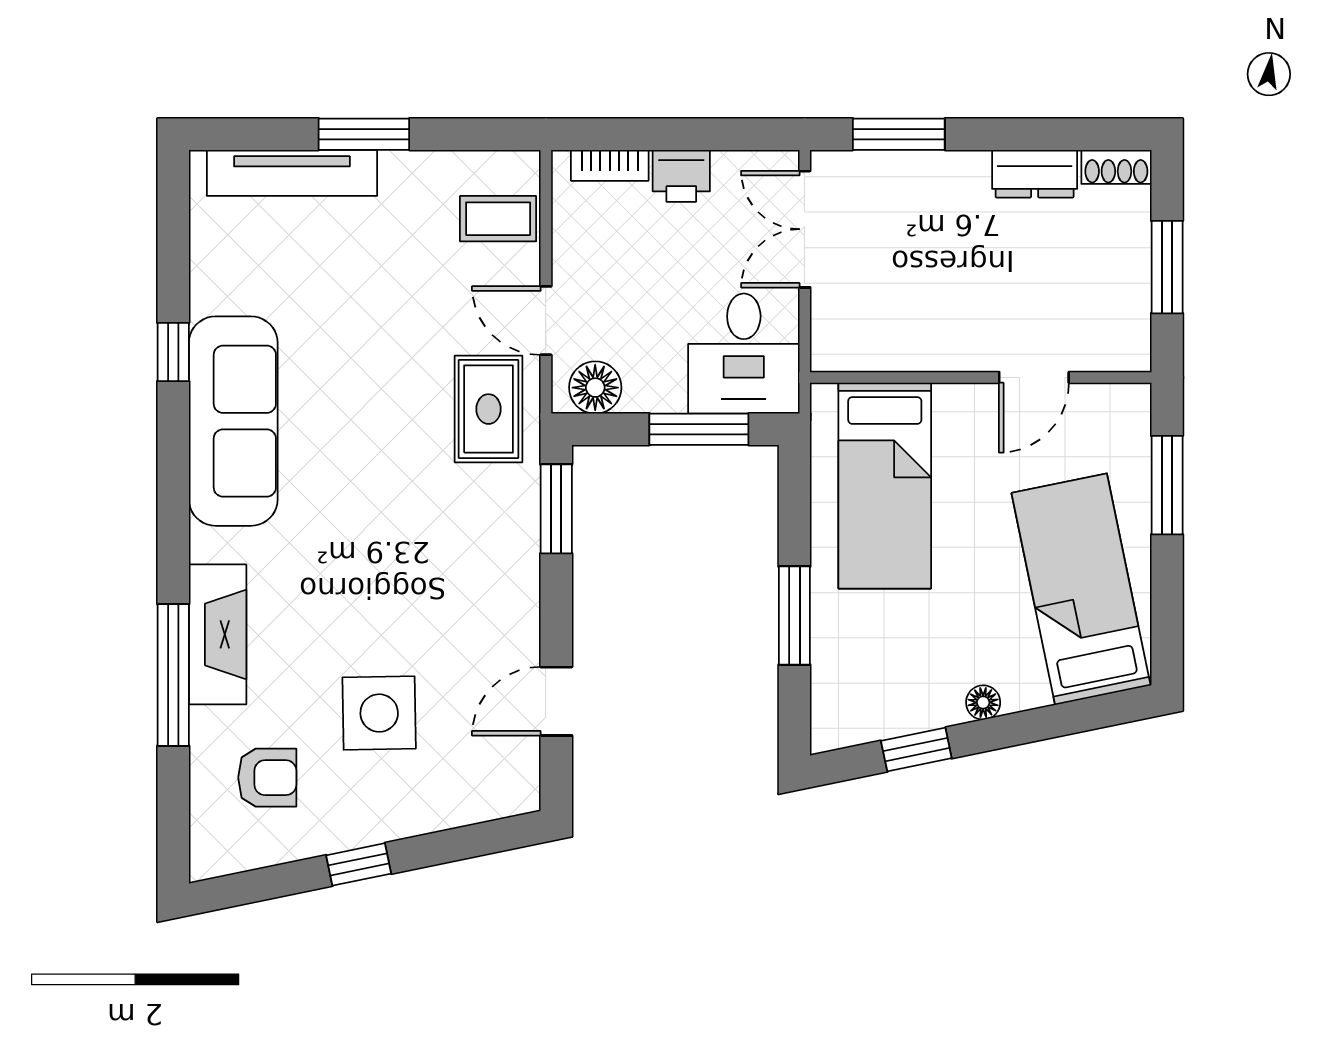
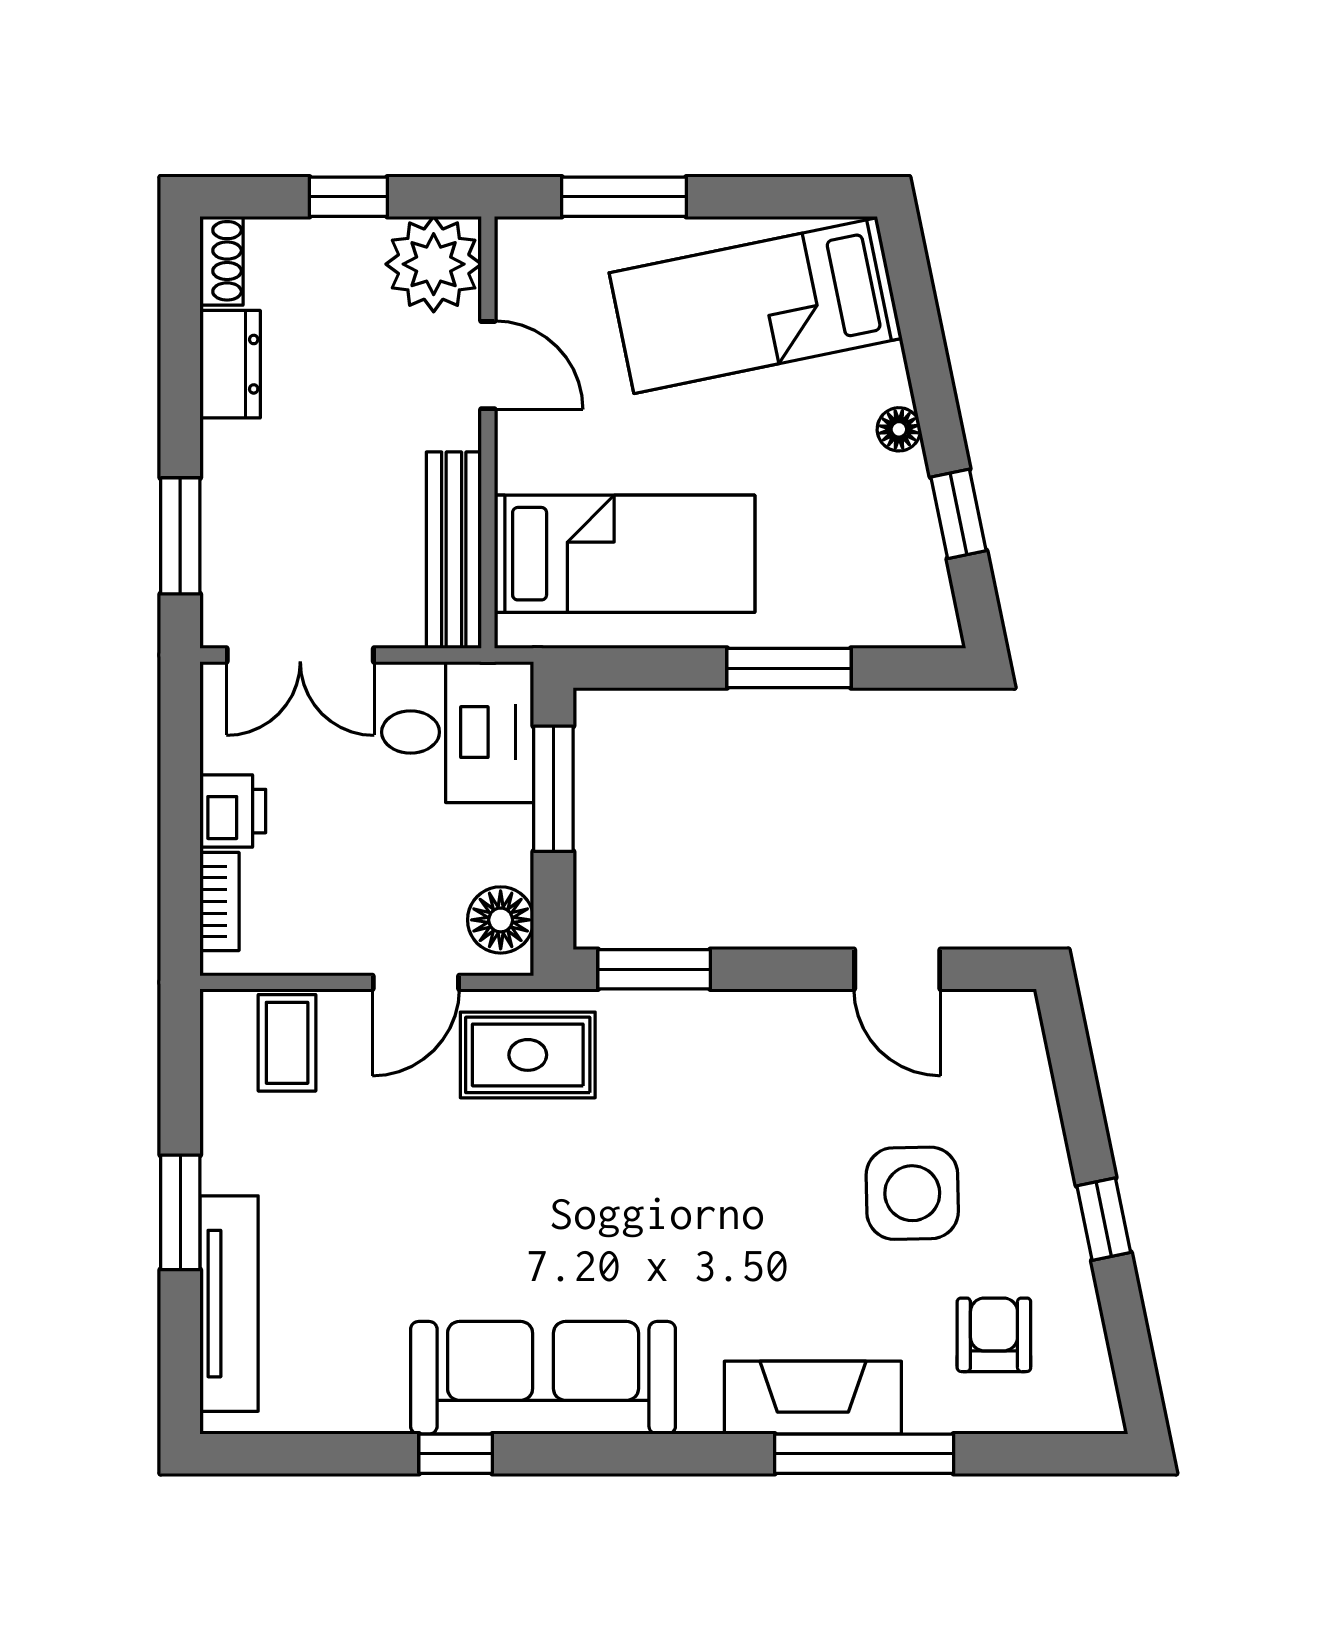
window: (1167, 267) -> (348, 197), width x0.67
plant: (1114, 335) -> (434, 264), added
bench: (888, 351) -> (454, 550), added

